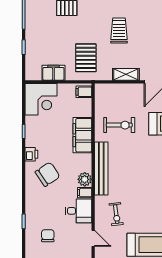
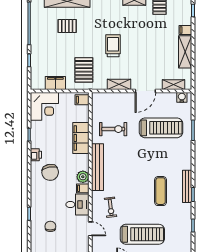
chair: (47, 174) -> (50, 172), turned 114

